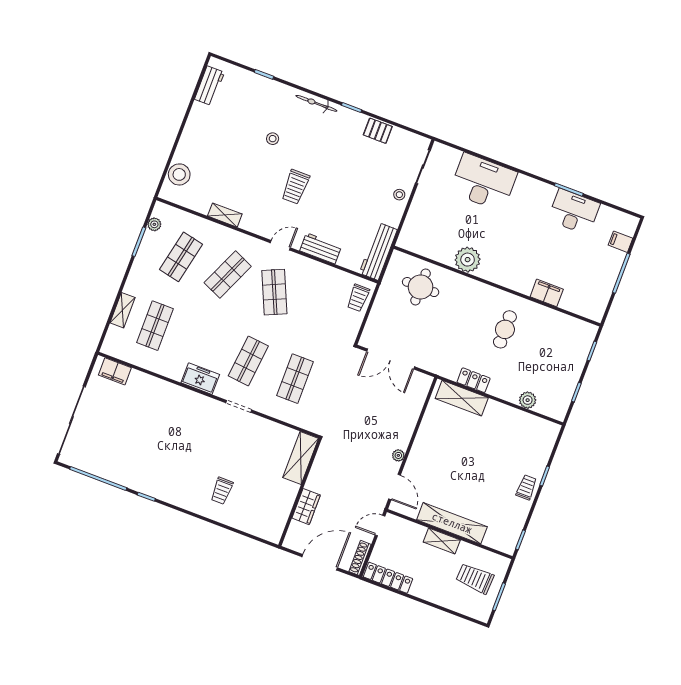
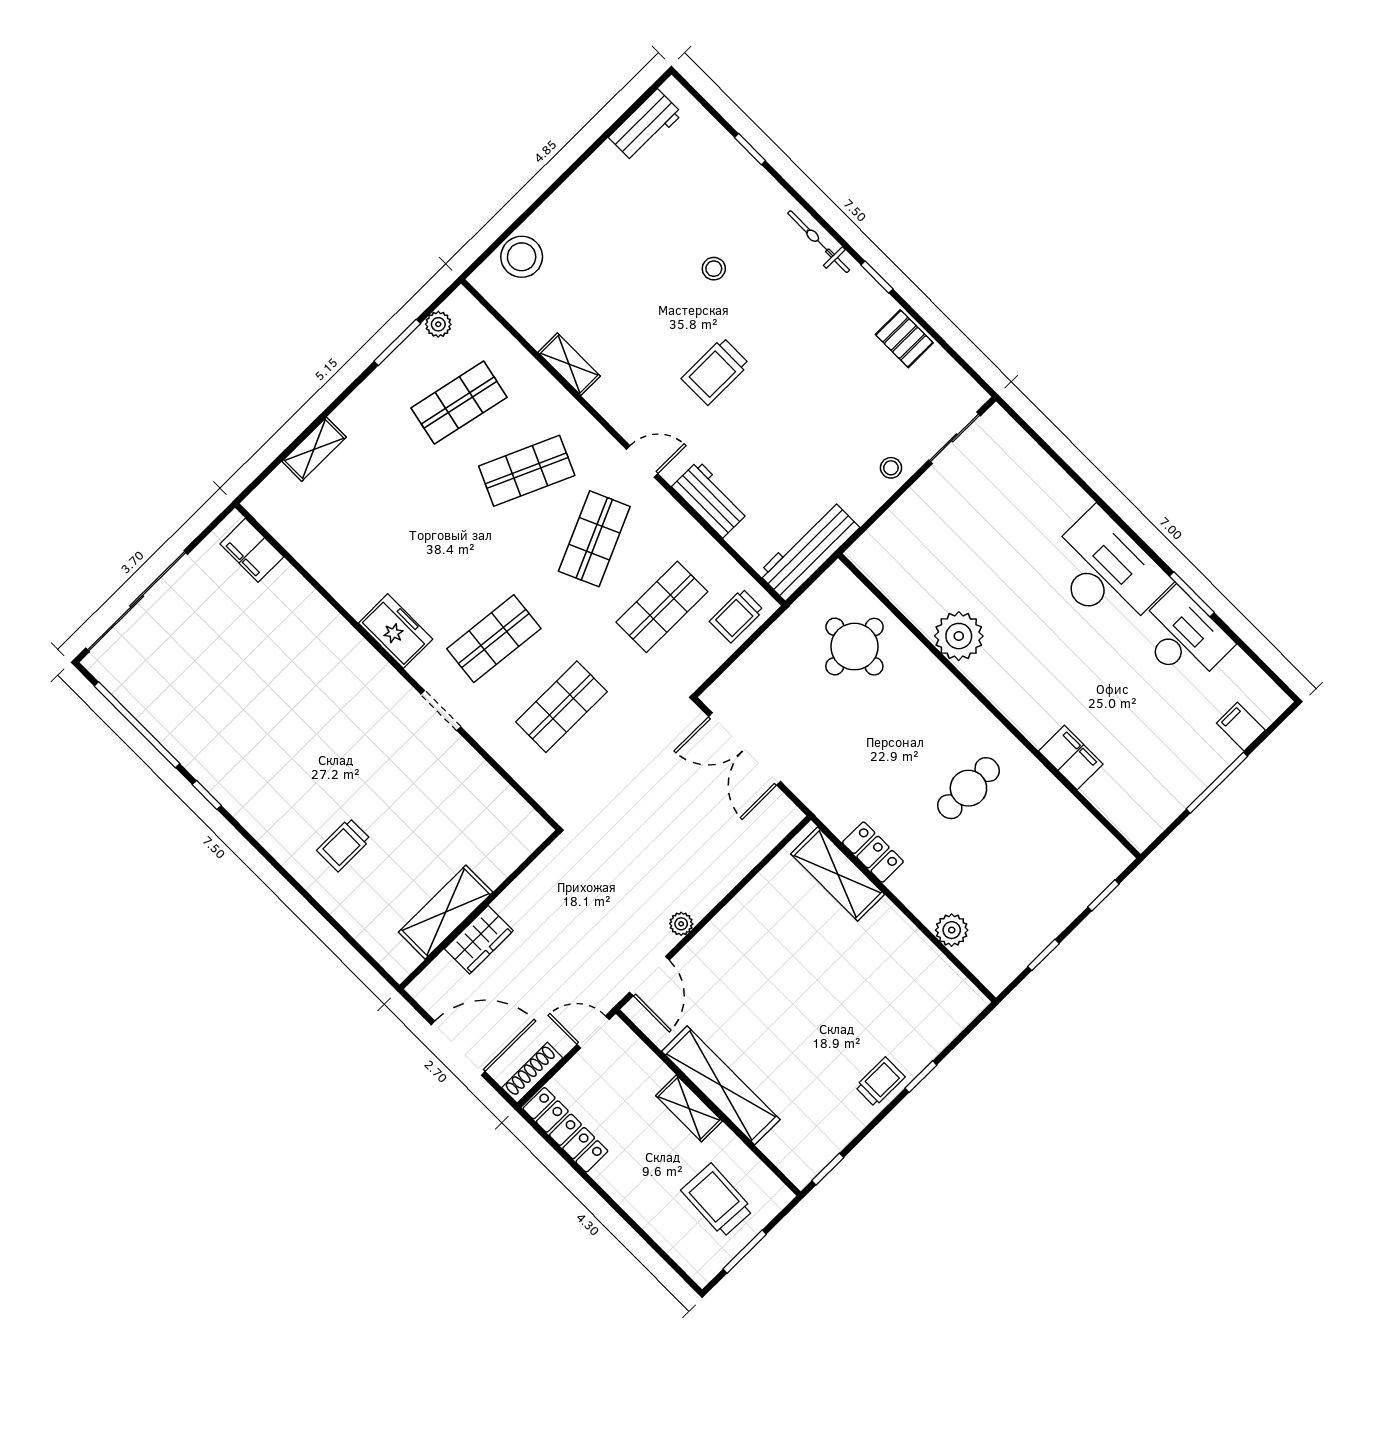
desk: (483, 182) -> (1106, 571), moved
shop shelf: (155, 326) -> (662, 607), moved
shelving: (301, 458) -> (446, 912), moved

